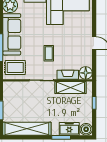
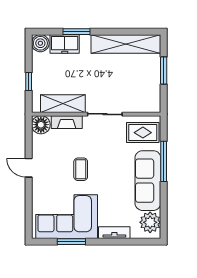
coffee table: (49, 53) -> (81, 169), moved

